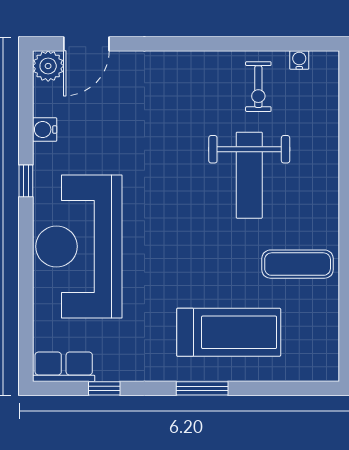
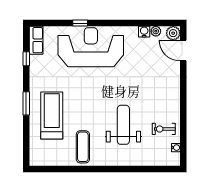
plant: (44, 104) -> (156, 31), added
weight bench: (249, 175) -> (123, 125), turned 90
window: (26, 181) -> (80, 23), moved
treadmill: (229, 332) -> (52, 115), turned 180

